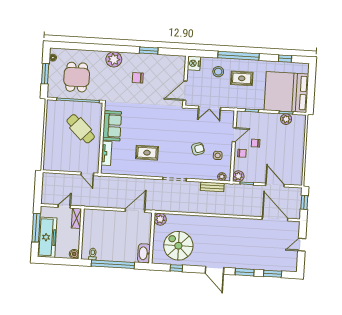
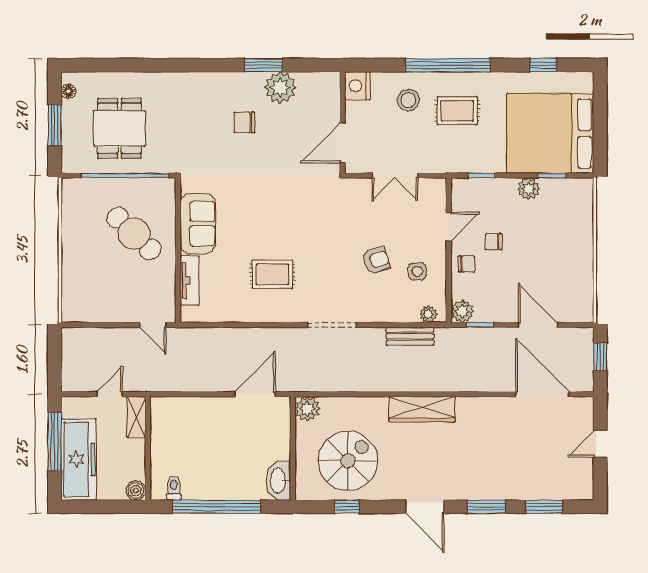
plant: (114, 59) -> (280, 88), moved
plant: (286, 119) -> (529, 189), moved
wardrobe: (216, 223) -> (422, 409), added
spiral stairs: (178, 246) -> (348, 461), turned 90

